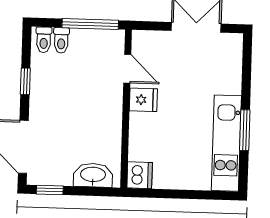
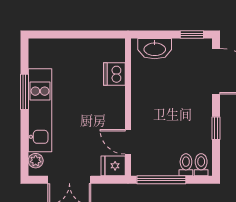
plant: (234, 50) -> (36, 161), added
fridge: (143, 100) -> (113, 166), moved
kitchen unit: (226, 143) -> (40, 110), moved
dishwasher: (140, 175) -> (114, 74), moved

